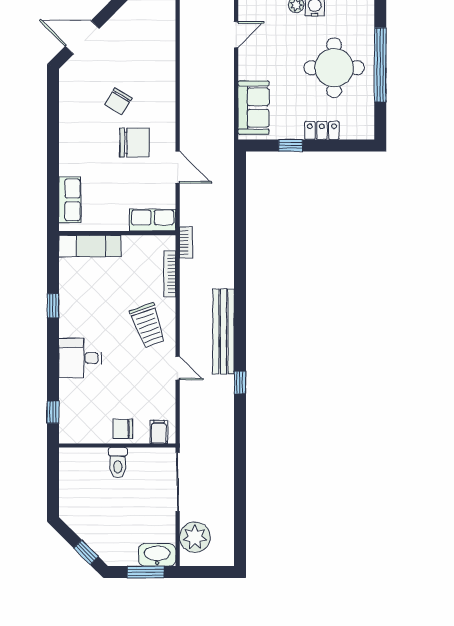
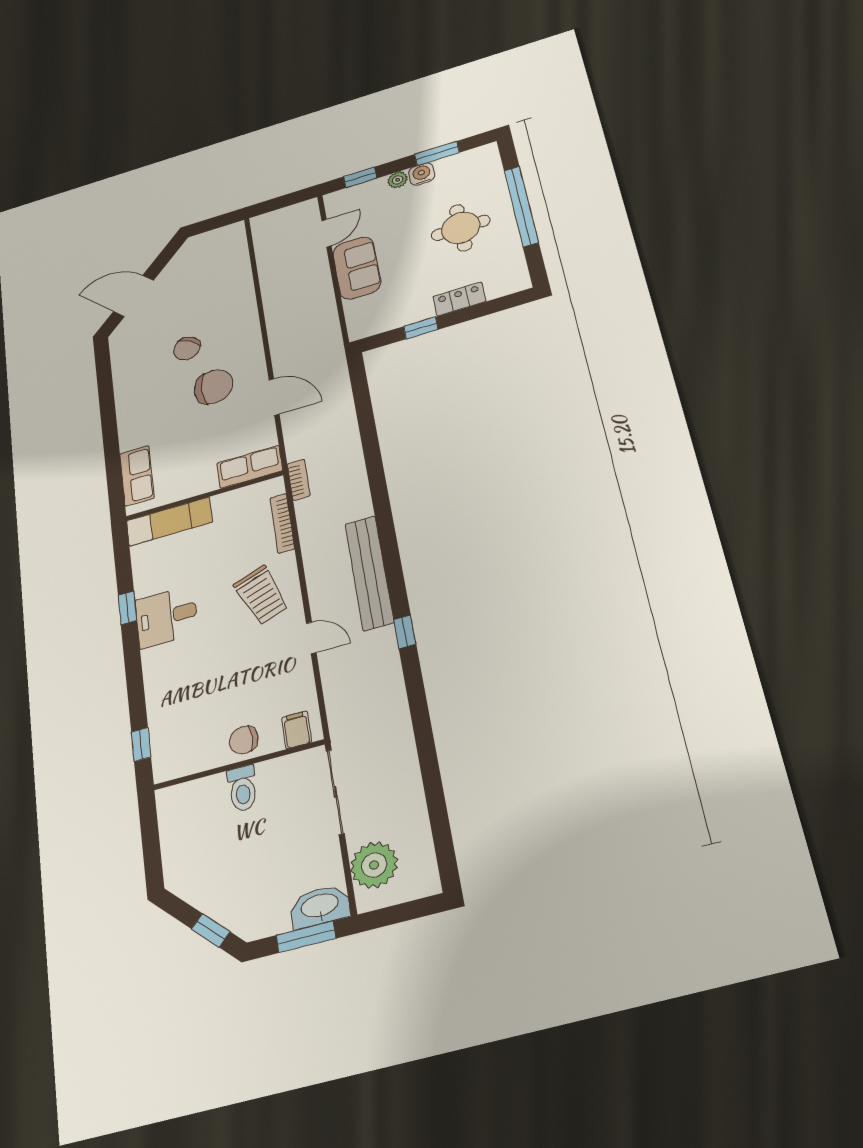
round table: (334, 68) -> (461, 228), width x0.73, depth x0.73
sofa: (254, 108) -> (357, 268), moved
desk: (80, 358) -> (167, 617), moved

